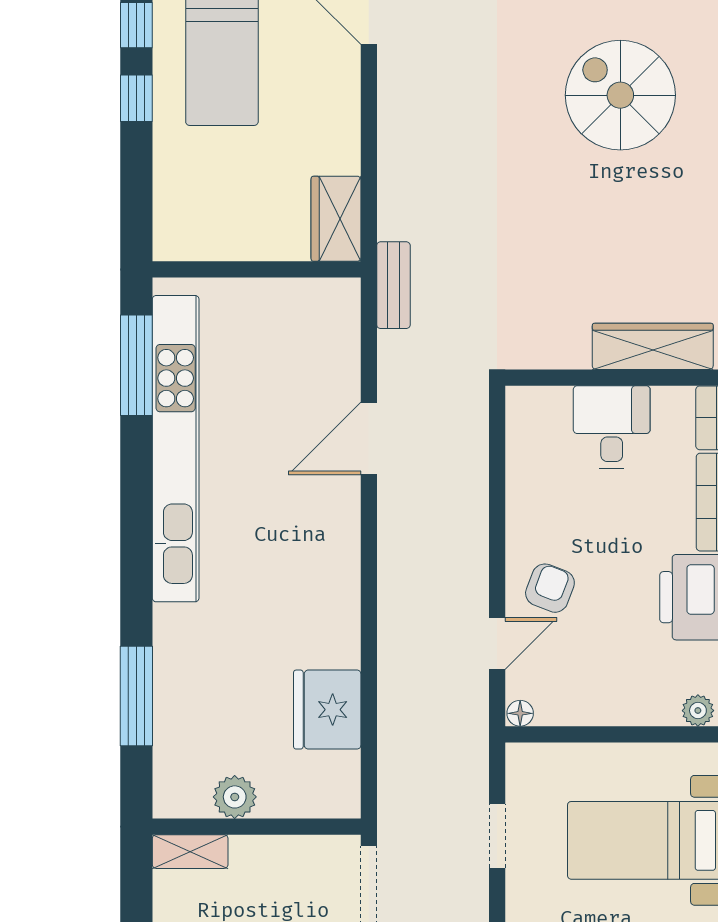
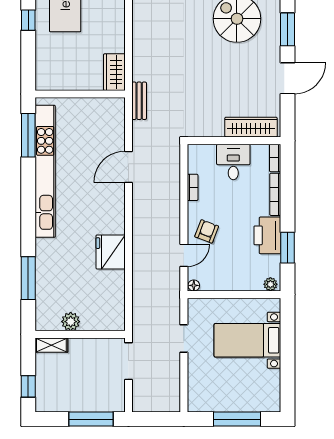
bookcase: (517, 486) -> (193, 187), added
fridge: (327, 710) -> (111, 252), moved

